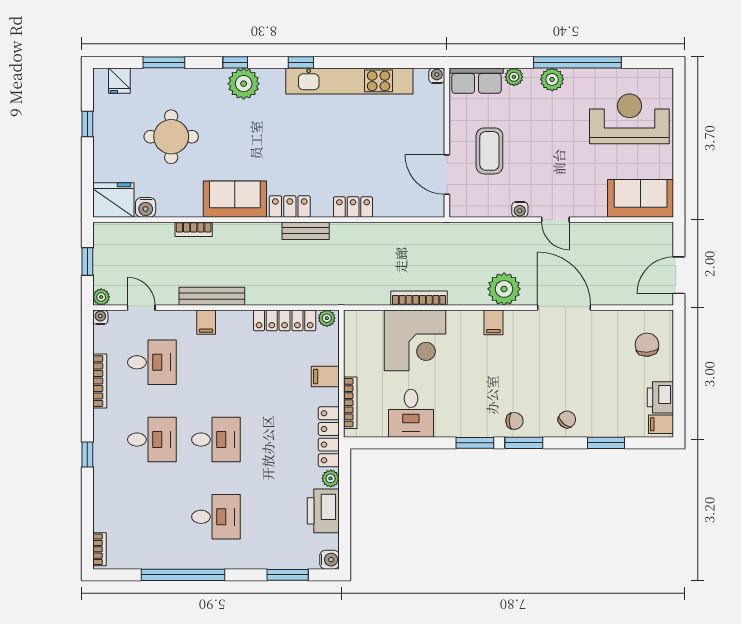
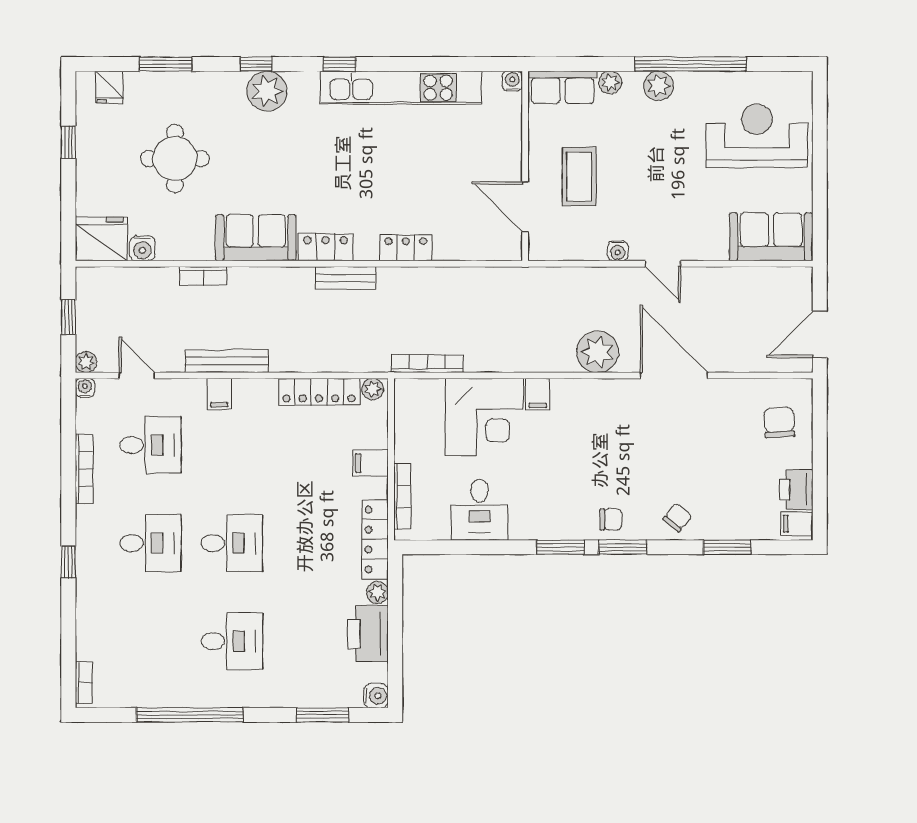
bookcase: (419, 298) -> (427, 364), moved
filing cabinet: (493, 322) -> (538, 394), moved

